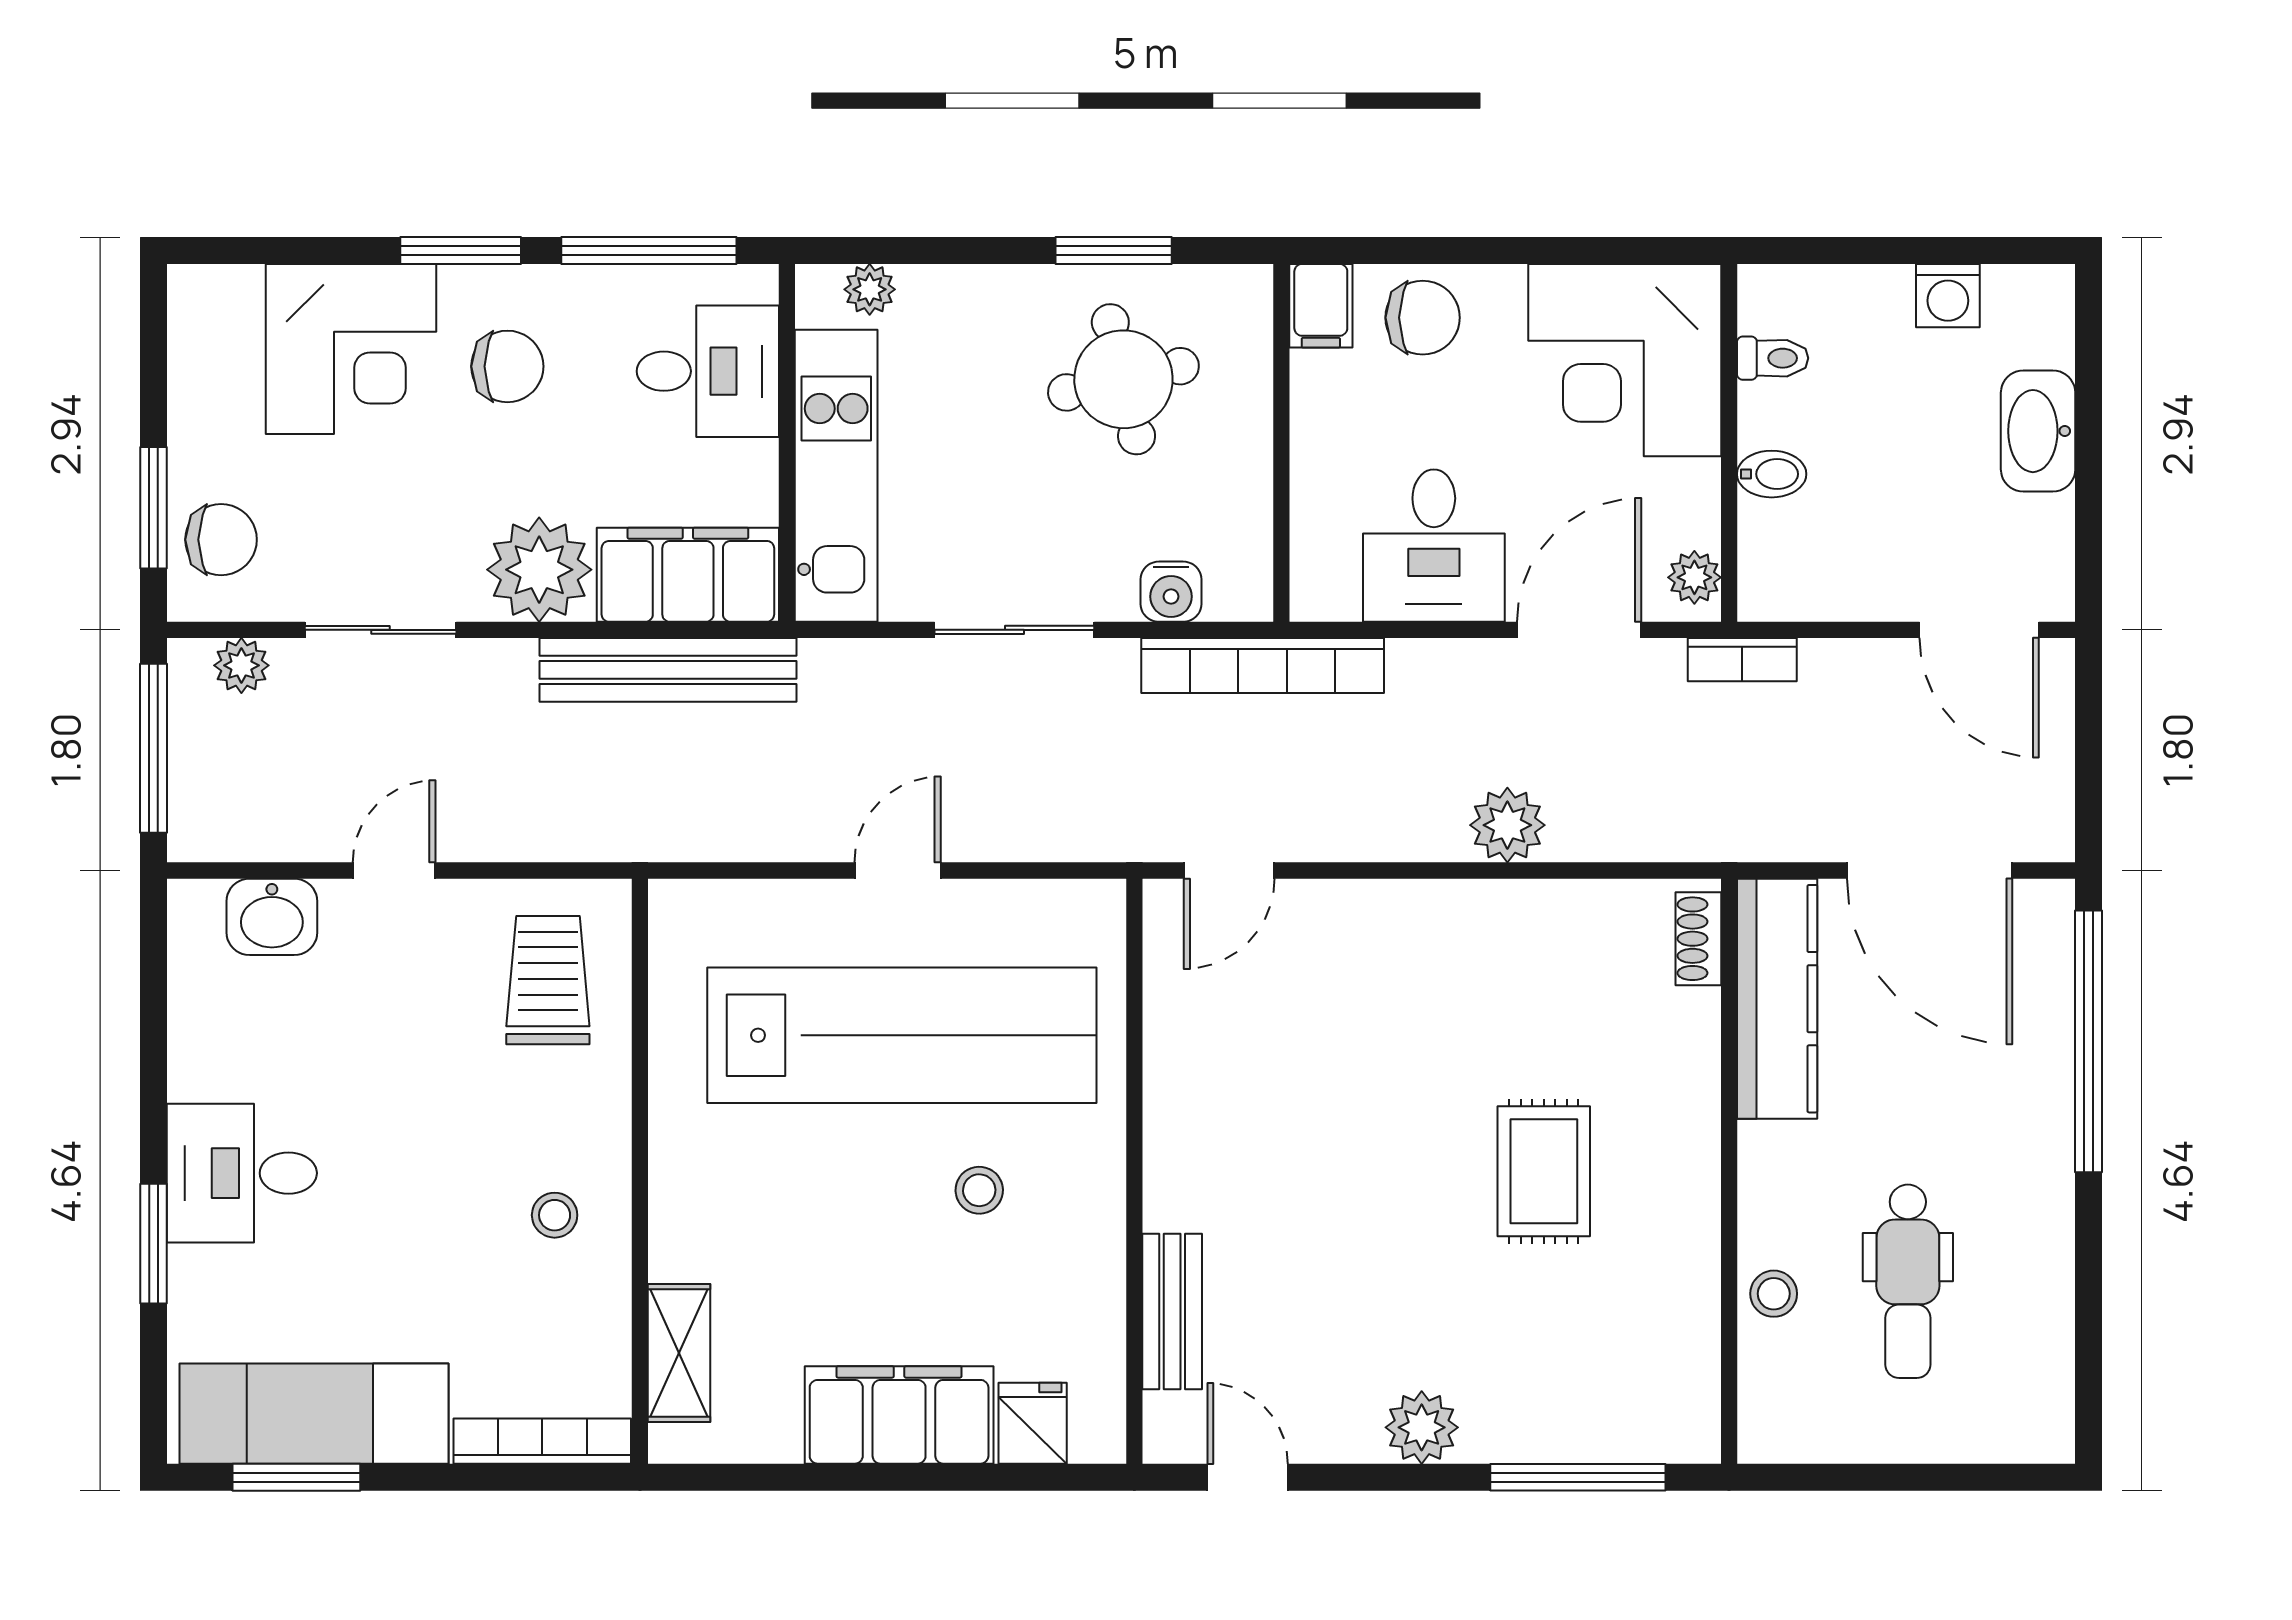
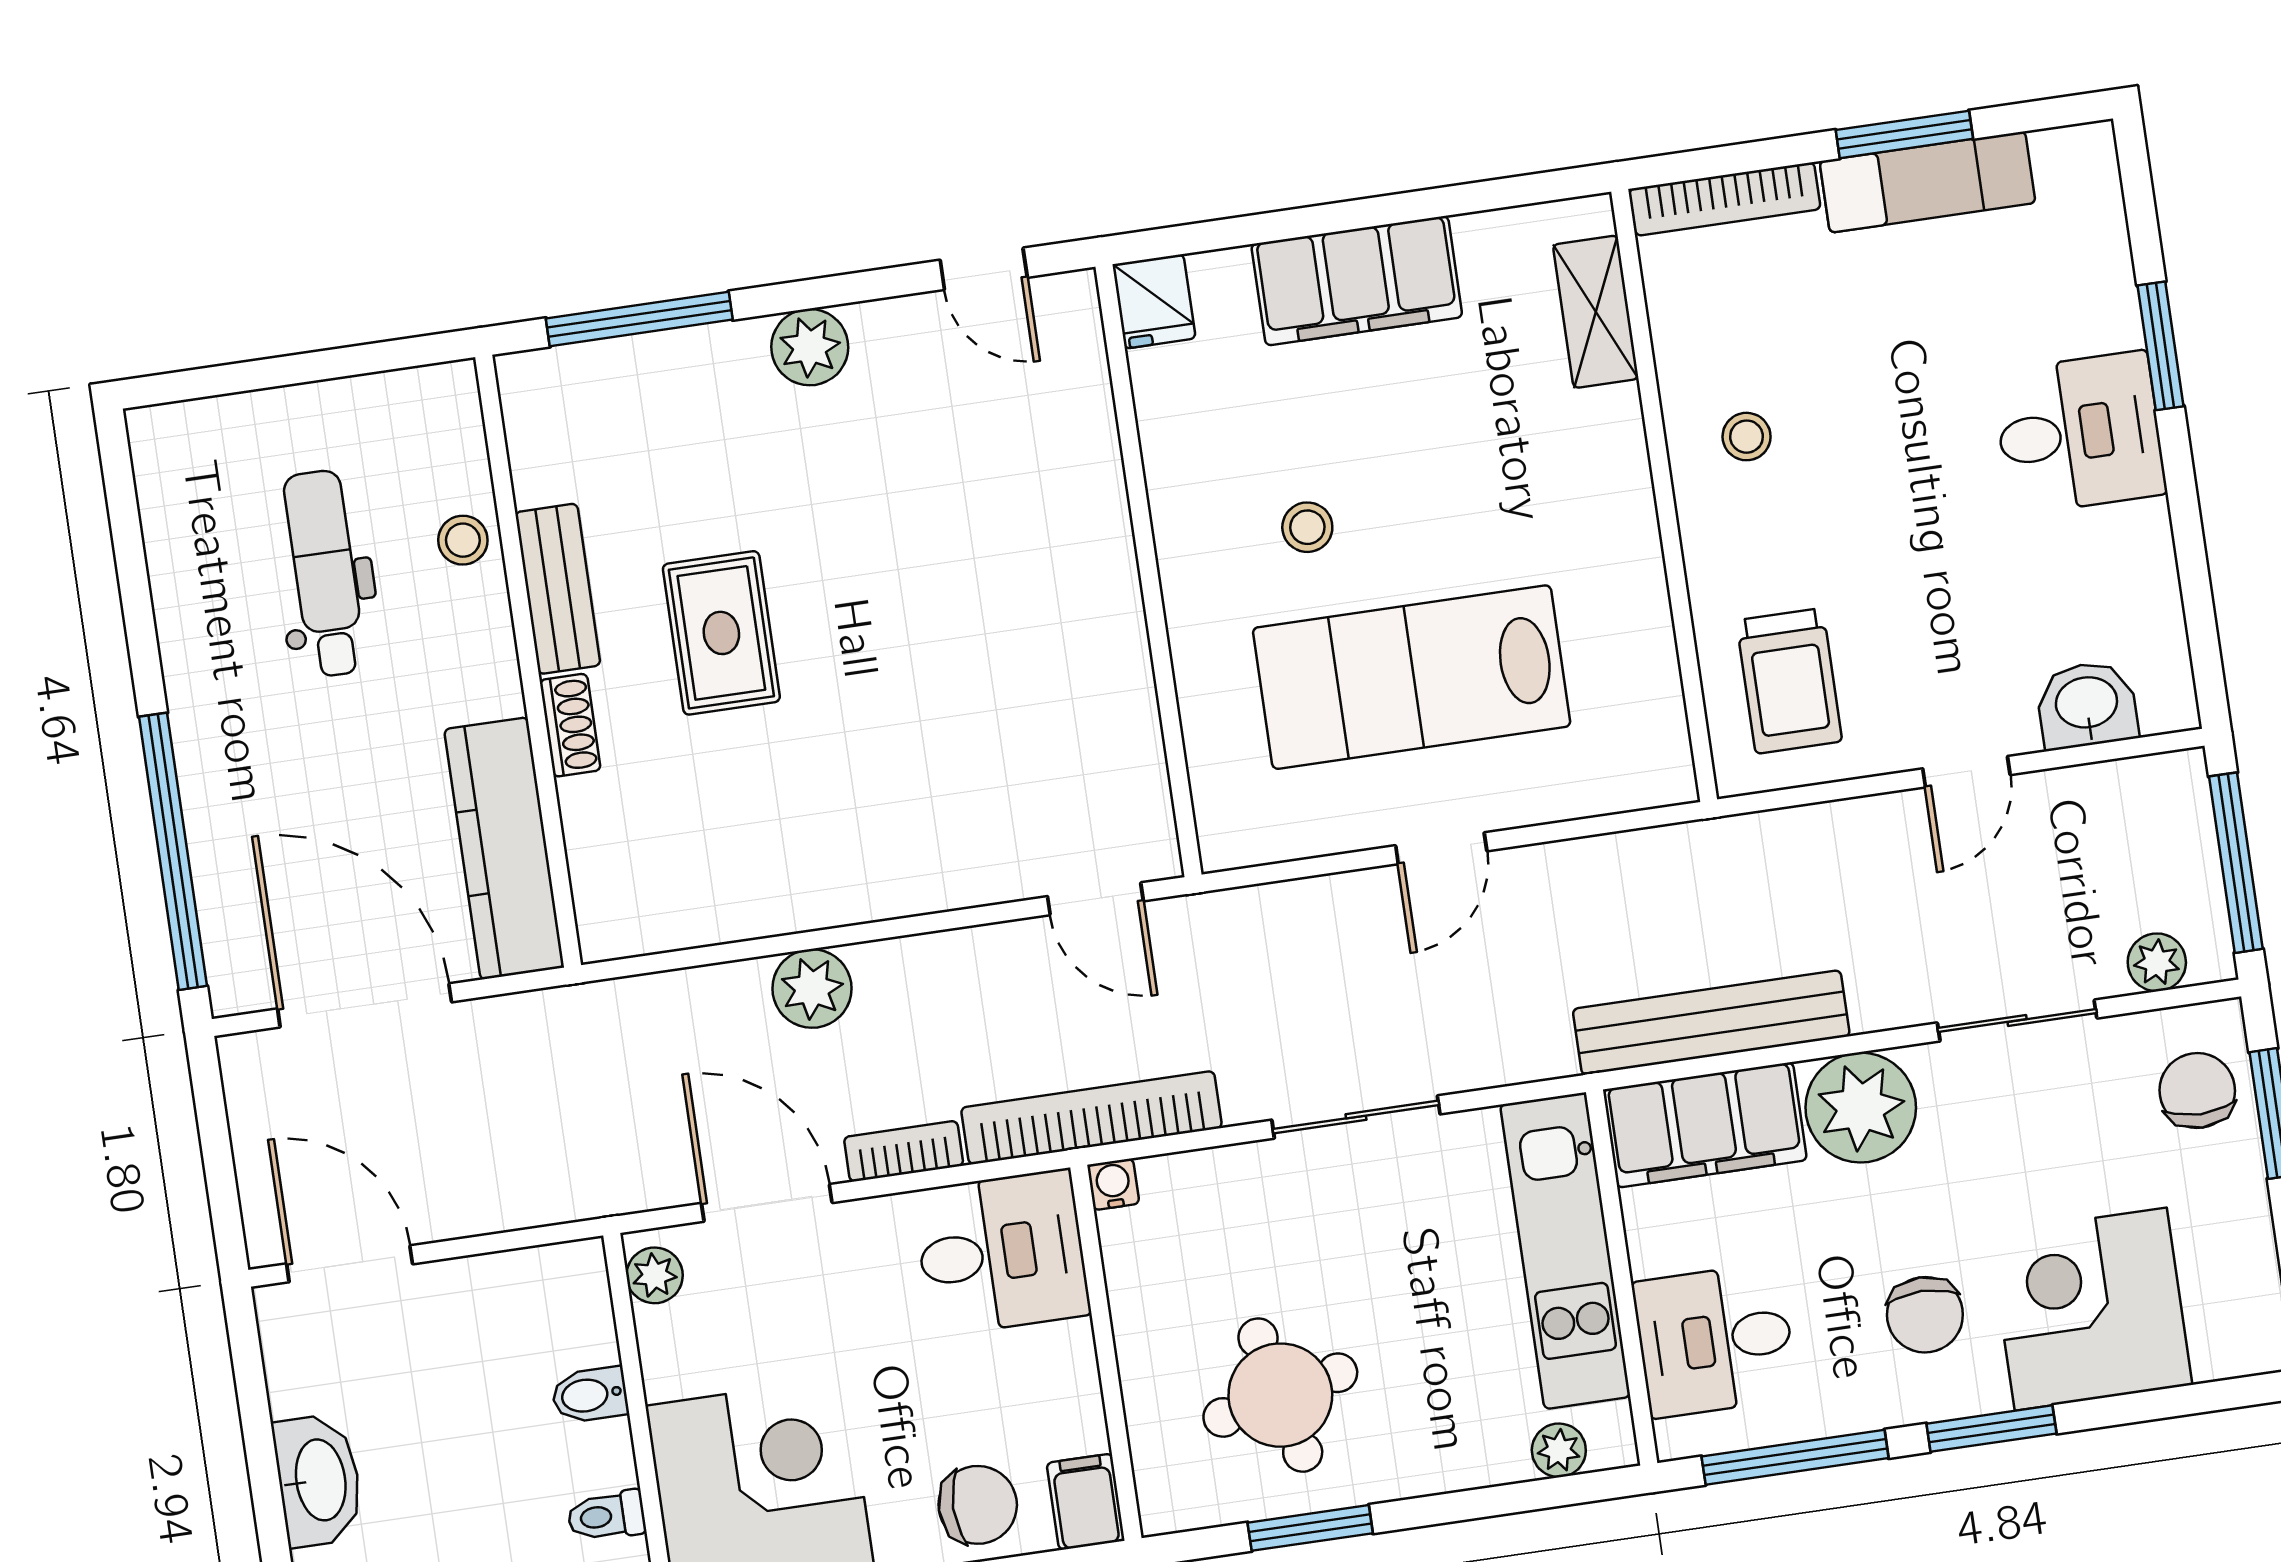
chair: (1423, 318) -> (978, 1505), turned 180
chair: (507, 366) -> (1925, 1315), turned -90
chair: (221, 540) -> (2197, 1091), turned 90
desk: (1434, 546) -> (1001, 1253), moved, turned 90
water cooler: (1171, 592) -> (1113, 1184), moved, width x0.72, depth x0.72
door: (1579, 630) -> (767, 1203), swing flipped
bookcase: (1742, 660) -> (904, 1151), moved
door: (1229, 870) -> (1095, 899), swing flipped
shoe rack: (1698, 939) -> (570, 725), moved
lab bench: (902, 1035) -> (1412, 677), width x0.73
bench: (1172, 1311) -> (558, 589), moved
exam couch: (314, 1414) -> (1928, 182), width x0.73, depth x0.69
fridge: (1033, 1423) -> (1154, 301), moved
window: (296, 1477) -> (1904, 134), moved

